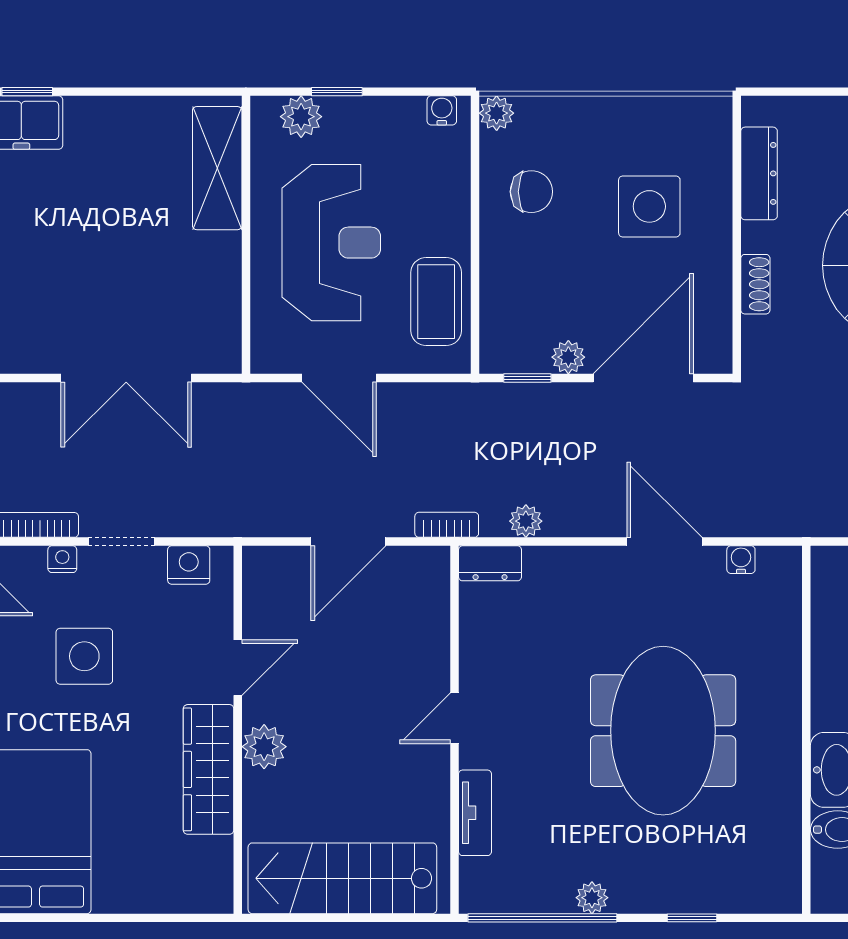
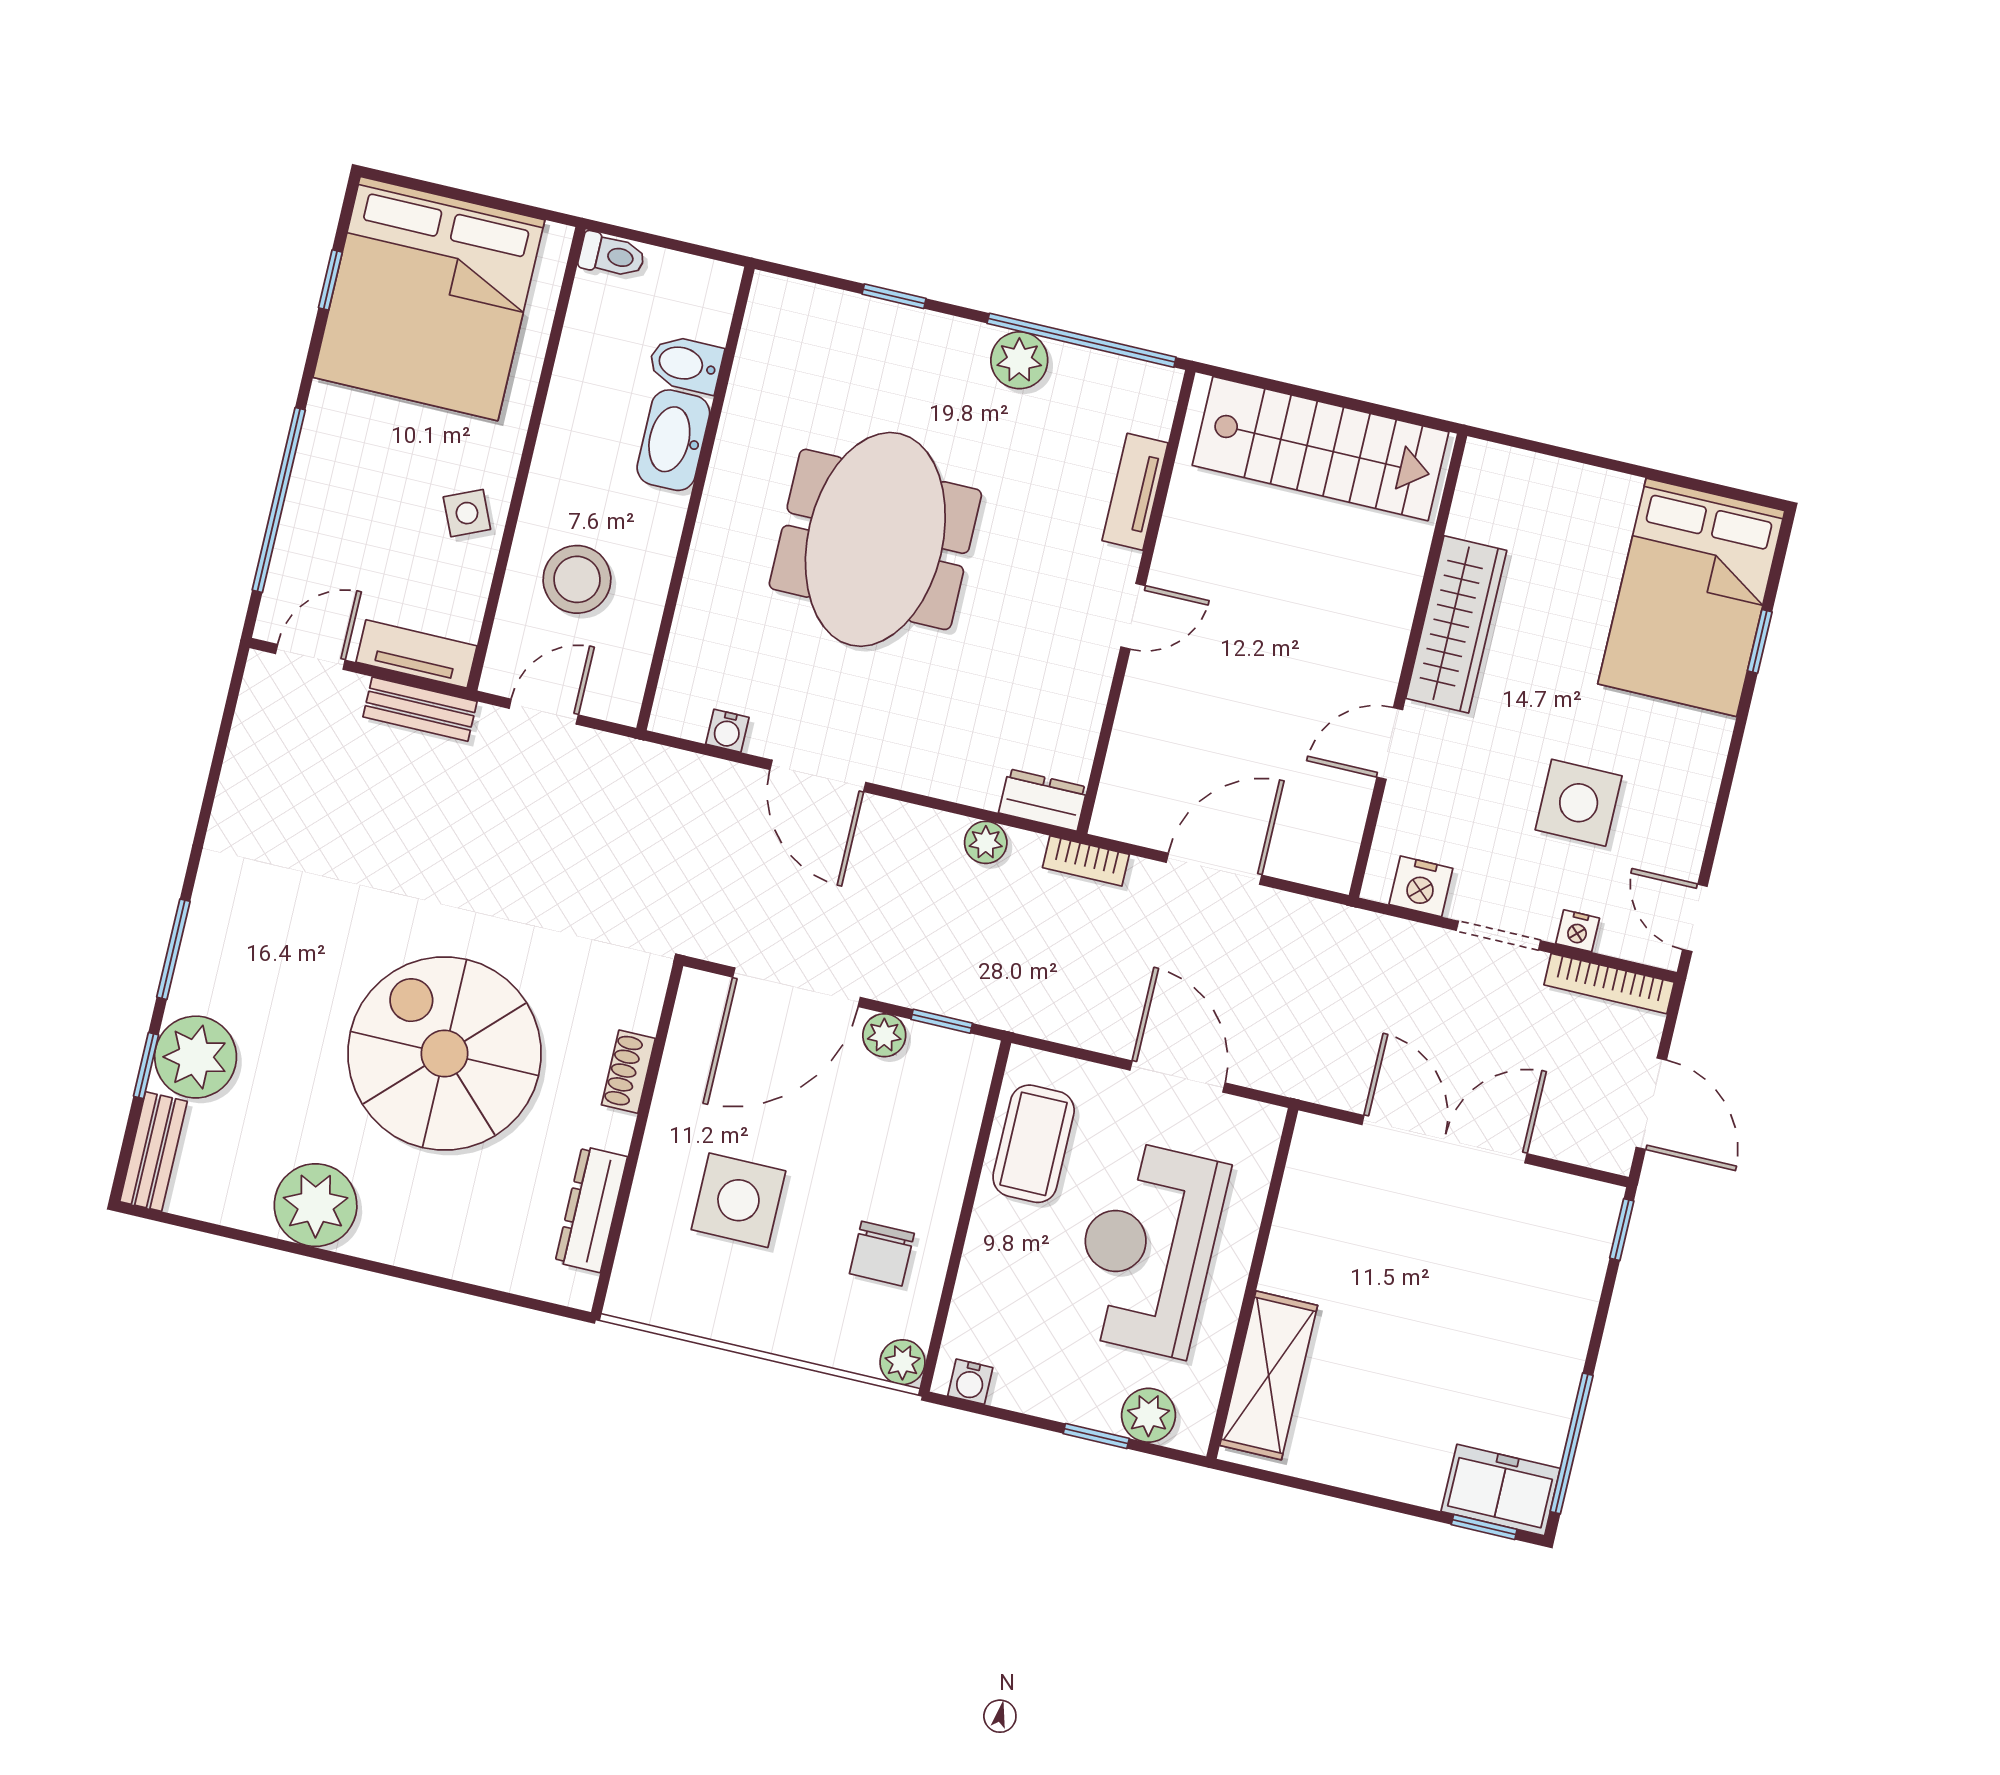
chair: (531, 192) -> (882, 1254), turned -90
plant: (264, 747) -> (1380, 637), removed
plant: (592, 898) -> (1019, 360), width x1.38, depth x1.38

